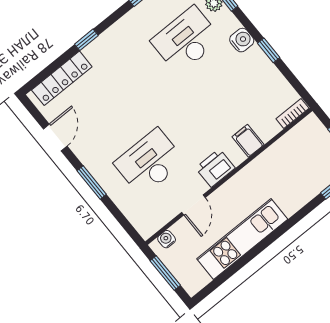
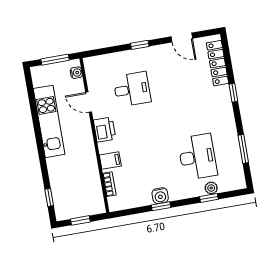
water cooler: (242, 40) -> (160, 196), moved
bookcase: (292, 113) -> (109, 184), moved
desk: (149, 162) -> (132, 89), width x0.73
window: (92, 182) -> (140, 45), width x0.67

